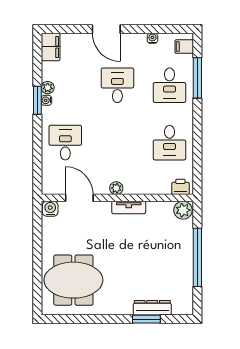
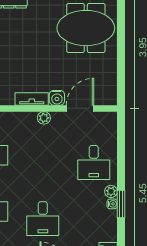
plant: (48, 88) -> (111, 191), moved
door: (79, 198) -> (80, 108), swing flipped
water cooler: (50, 209) -> (57, 98), moved

